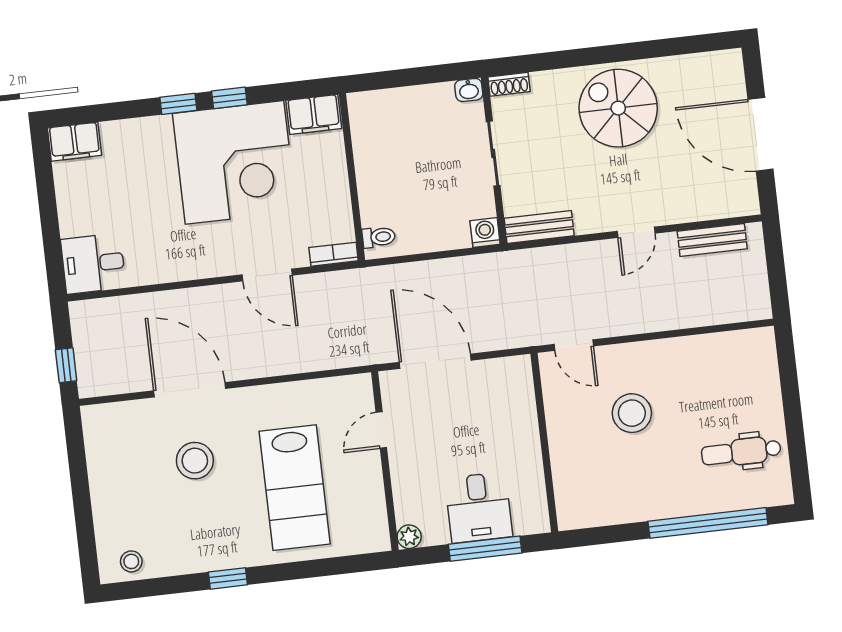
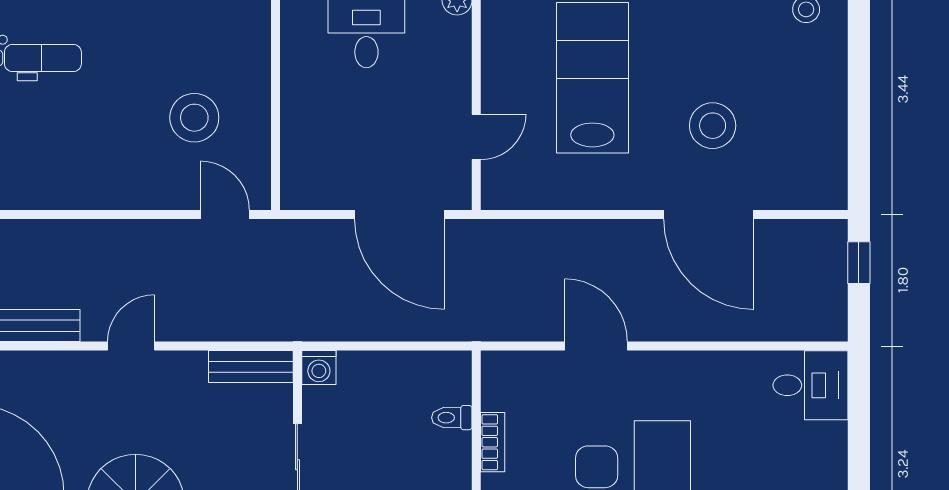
toilet: (379, 237) -> (452, 418), moved
bookcase: (334, 254) -> (493, 442), moved, turned -90
stool: (632, 413) -> (194, 118), moved

